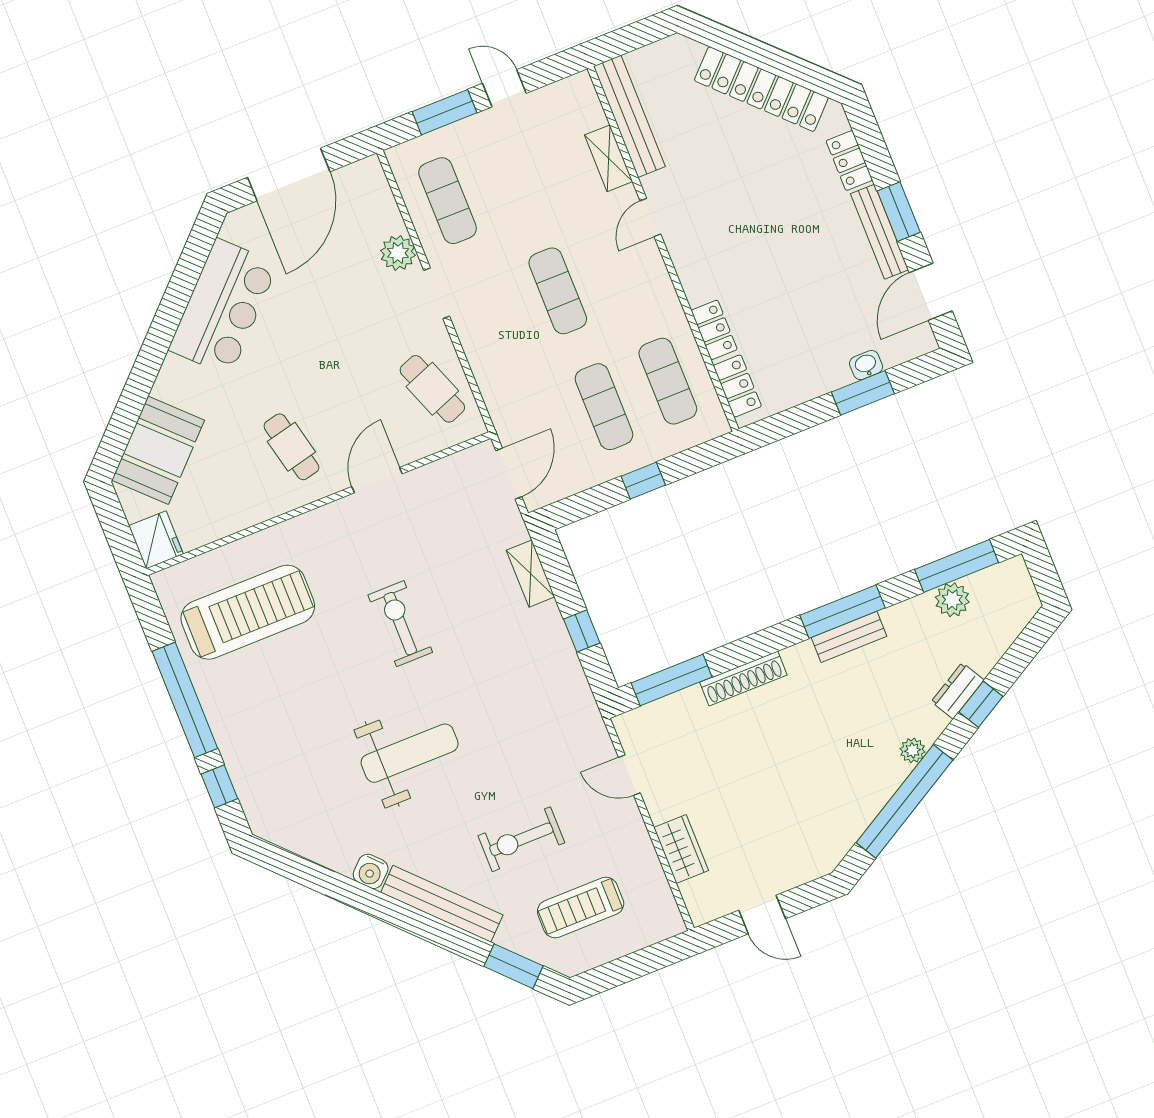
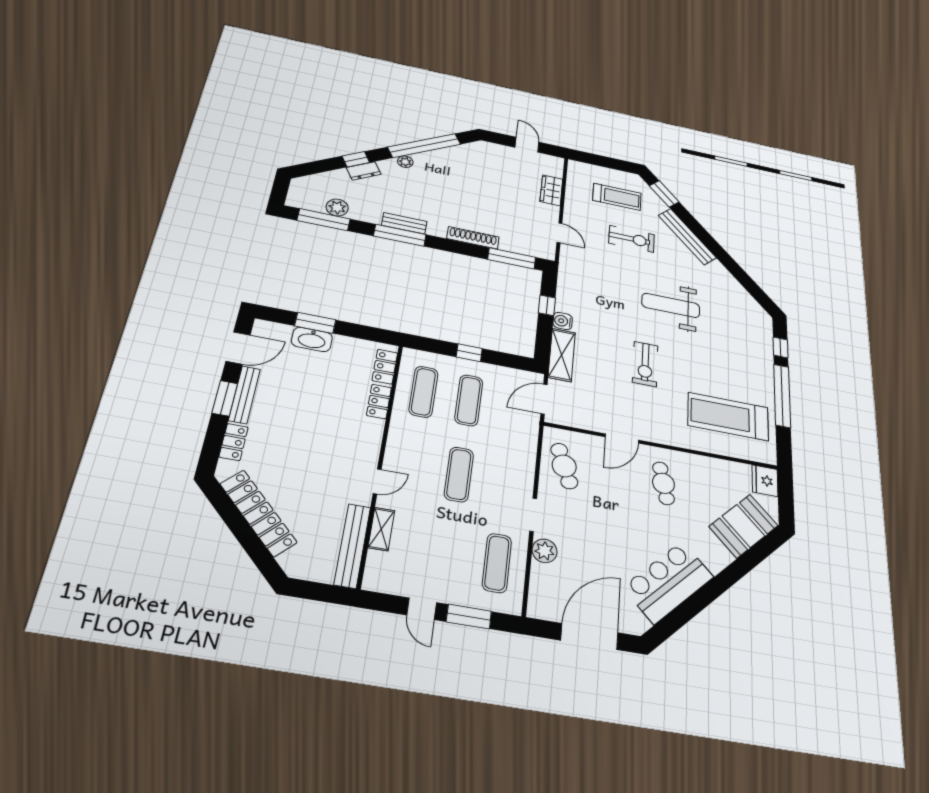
washbasin: (866, 365) -> (312, 339), width x1.91, depth x1.45
shelving: (530, 574) -> (562, 355), width x1.50, depth x1.33
water cooler: (371, 871) -> (563, 321), moved, turned -136

